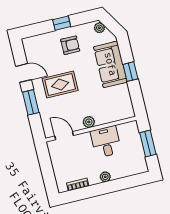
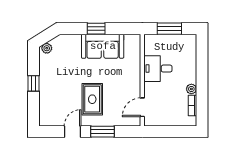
armchair: (70, 45) -> (57, 80), removed
sofa: (110, 64) -> (103, 46), moved
plant: (89, 122) -> (135, 80), removed
plant: (105, 177) -> (191, 89), moved

